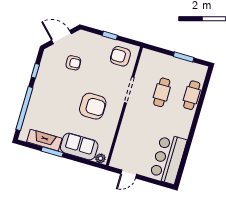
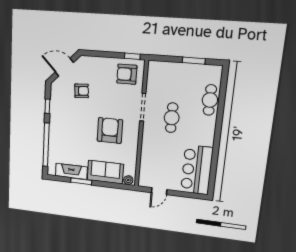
window: (110, 35) -> (132, 56), moved
cafe table: (162, 92) -> (172, 118), moved
armchair: (93, 106) -> (110, 130), turned -90

